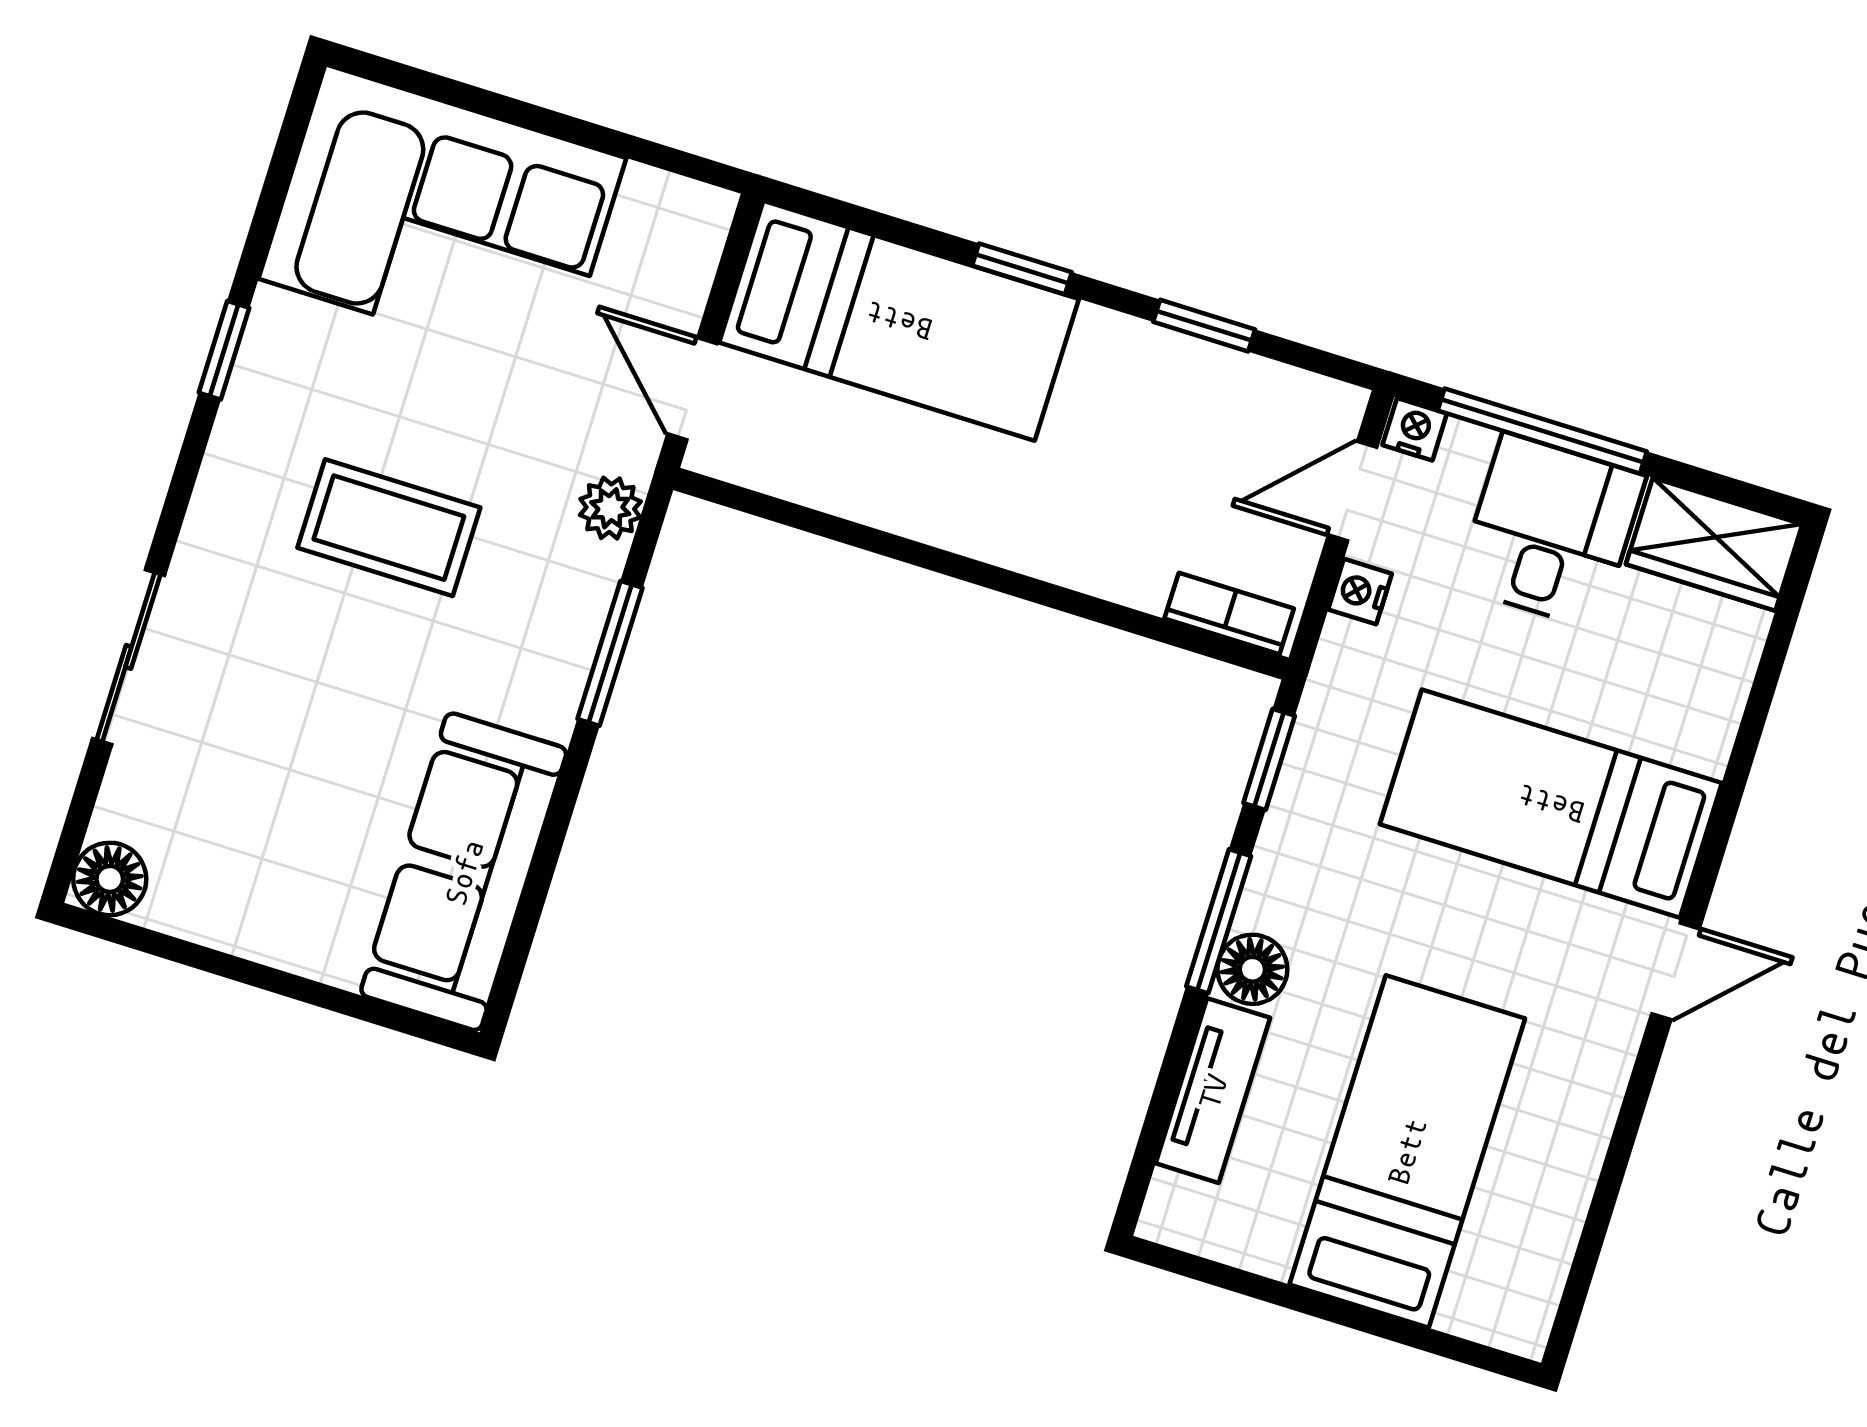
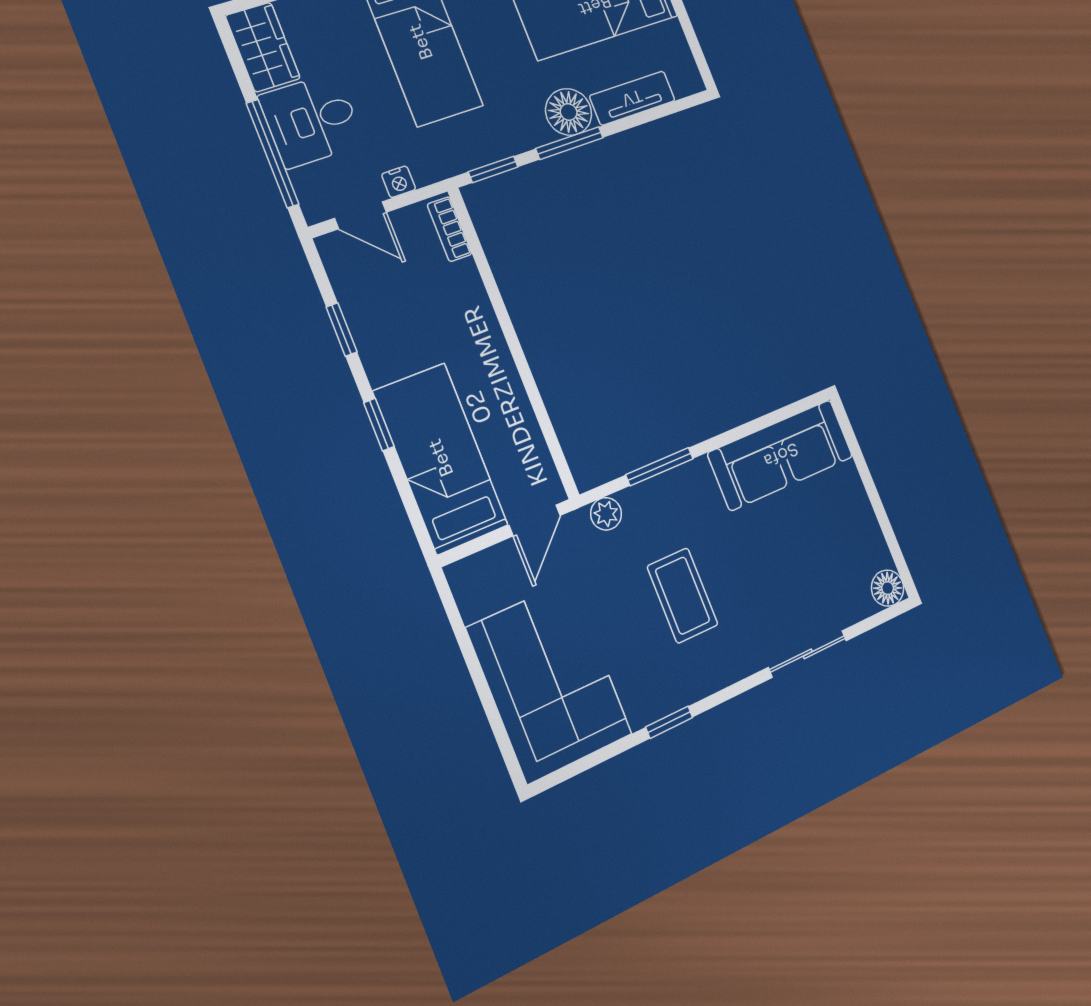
nightstand: (1415, 429) -> (314, 208), removed
floor lamp: (1252, 969) -> (569, 112), width x1.38, depth x1.38

